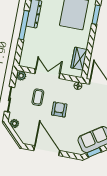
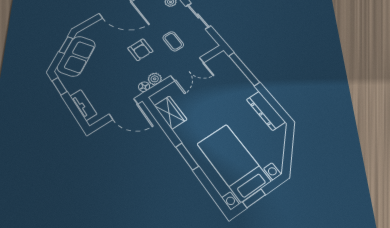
window: (96, 15) -> (187, 157), moved
window: (24, 25) -> (244, 69), moved
plant: (21, 76) -> (155, 79), moved

